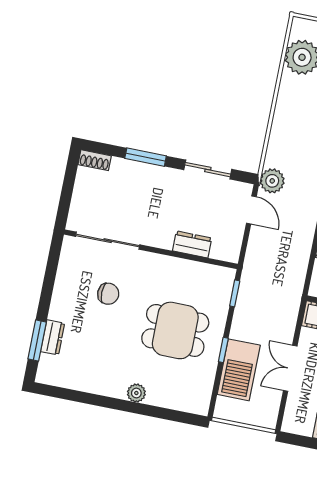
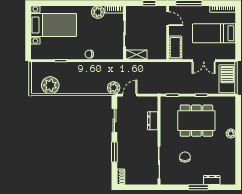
dining table: (175, 330) -> (196, 121), width x1.38
window: (37, 340) -> (198, 187), moved
barbecue: (239, 370) -> (227, 79), moved, turned -90

